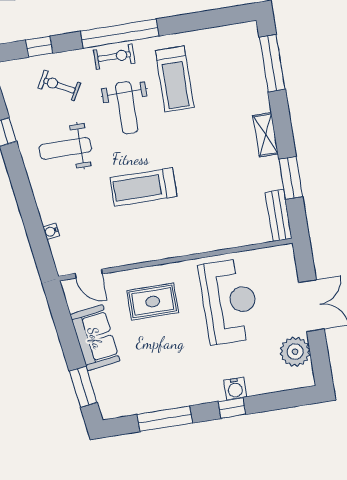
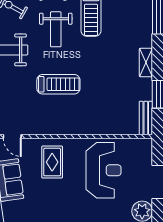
treadmill: (144, 187) -> (58, 84), turned 180
rug: (153, 302) -> (52, 162), turned 90

